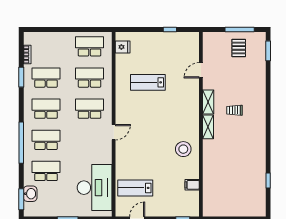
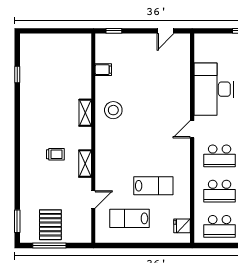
window: (170, 30) -> (129, 246), removed
pallet: (239, 48) -> (50, 225), width x1.50, depth x1.42
shelving: (208, 127) -> (85, 113), moved
desk: (95, 188) -> (214, 89), moved
lab bench: (135, 188) -> (129, 218), moved, turned 180

